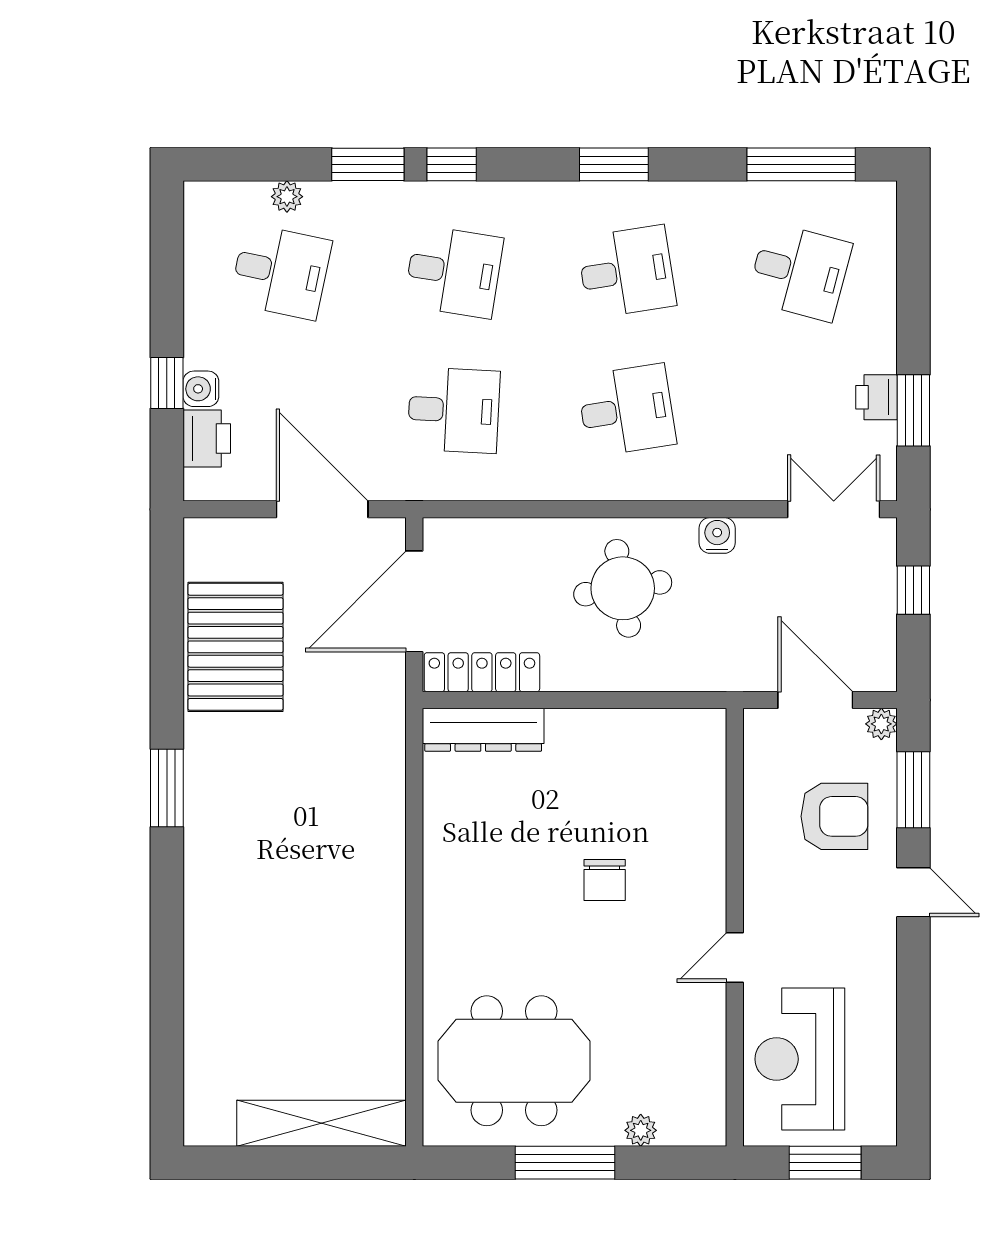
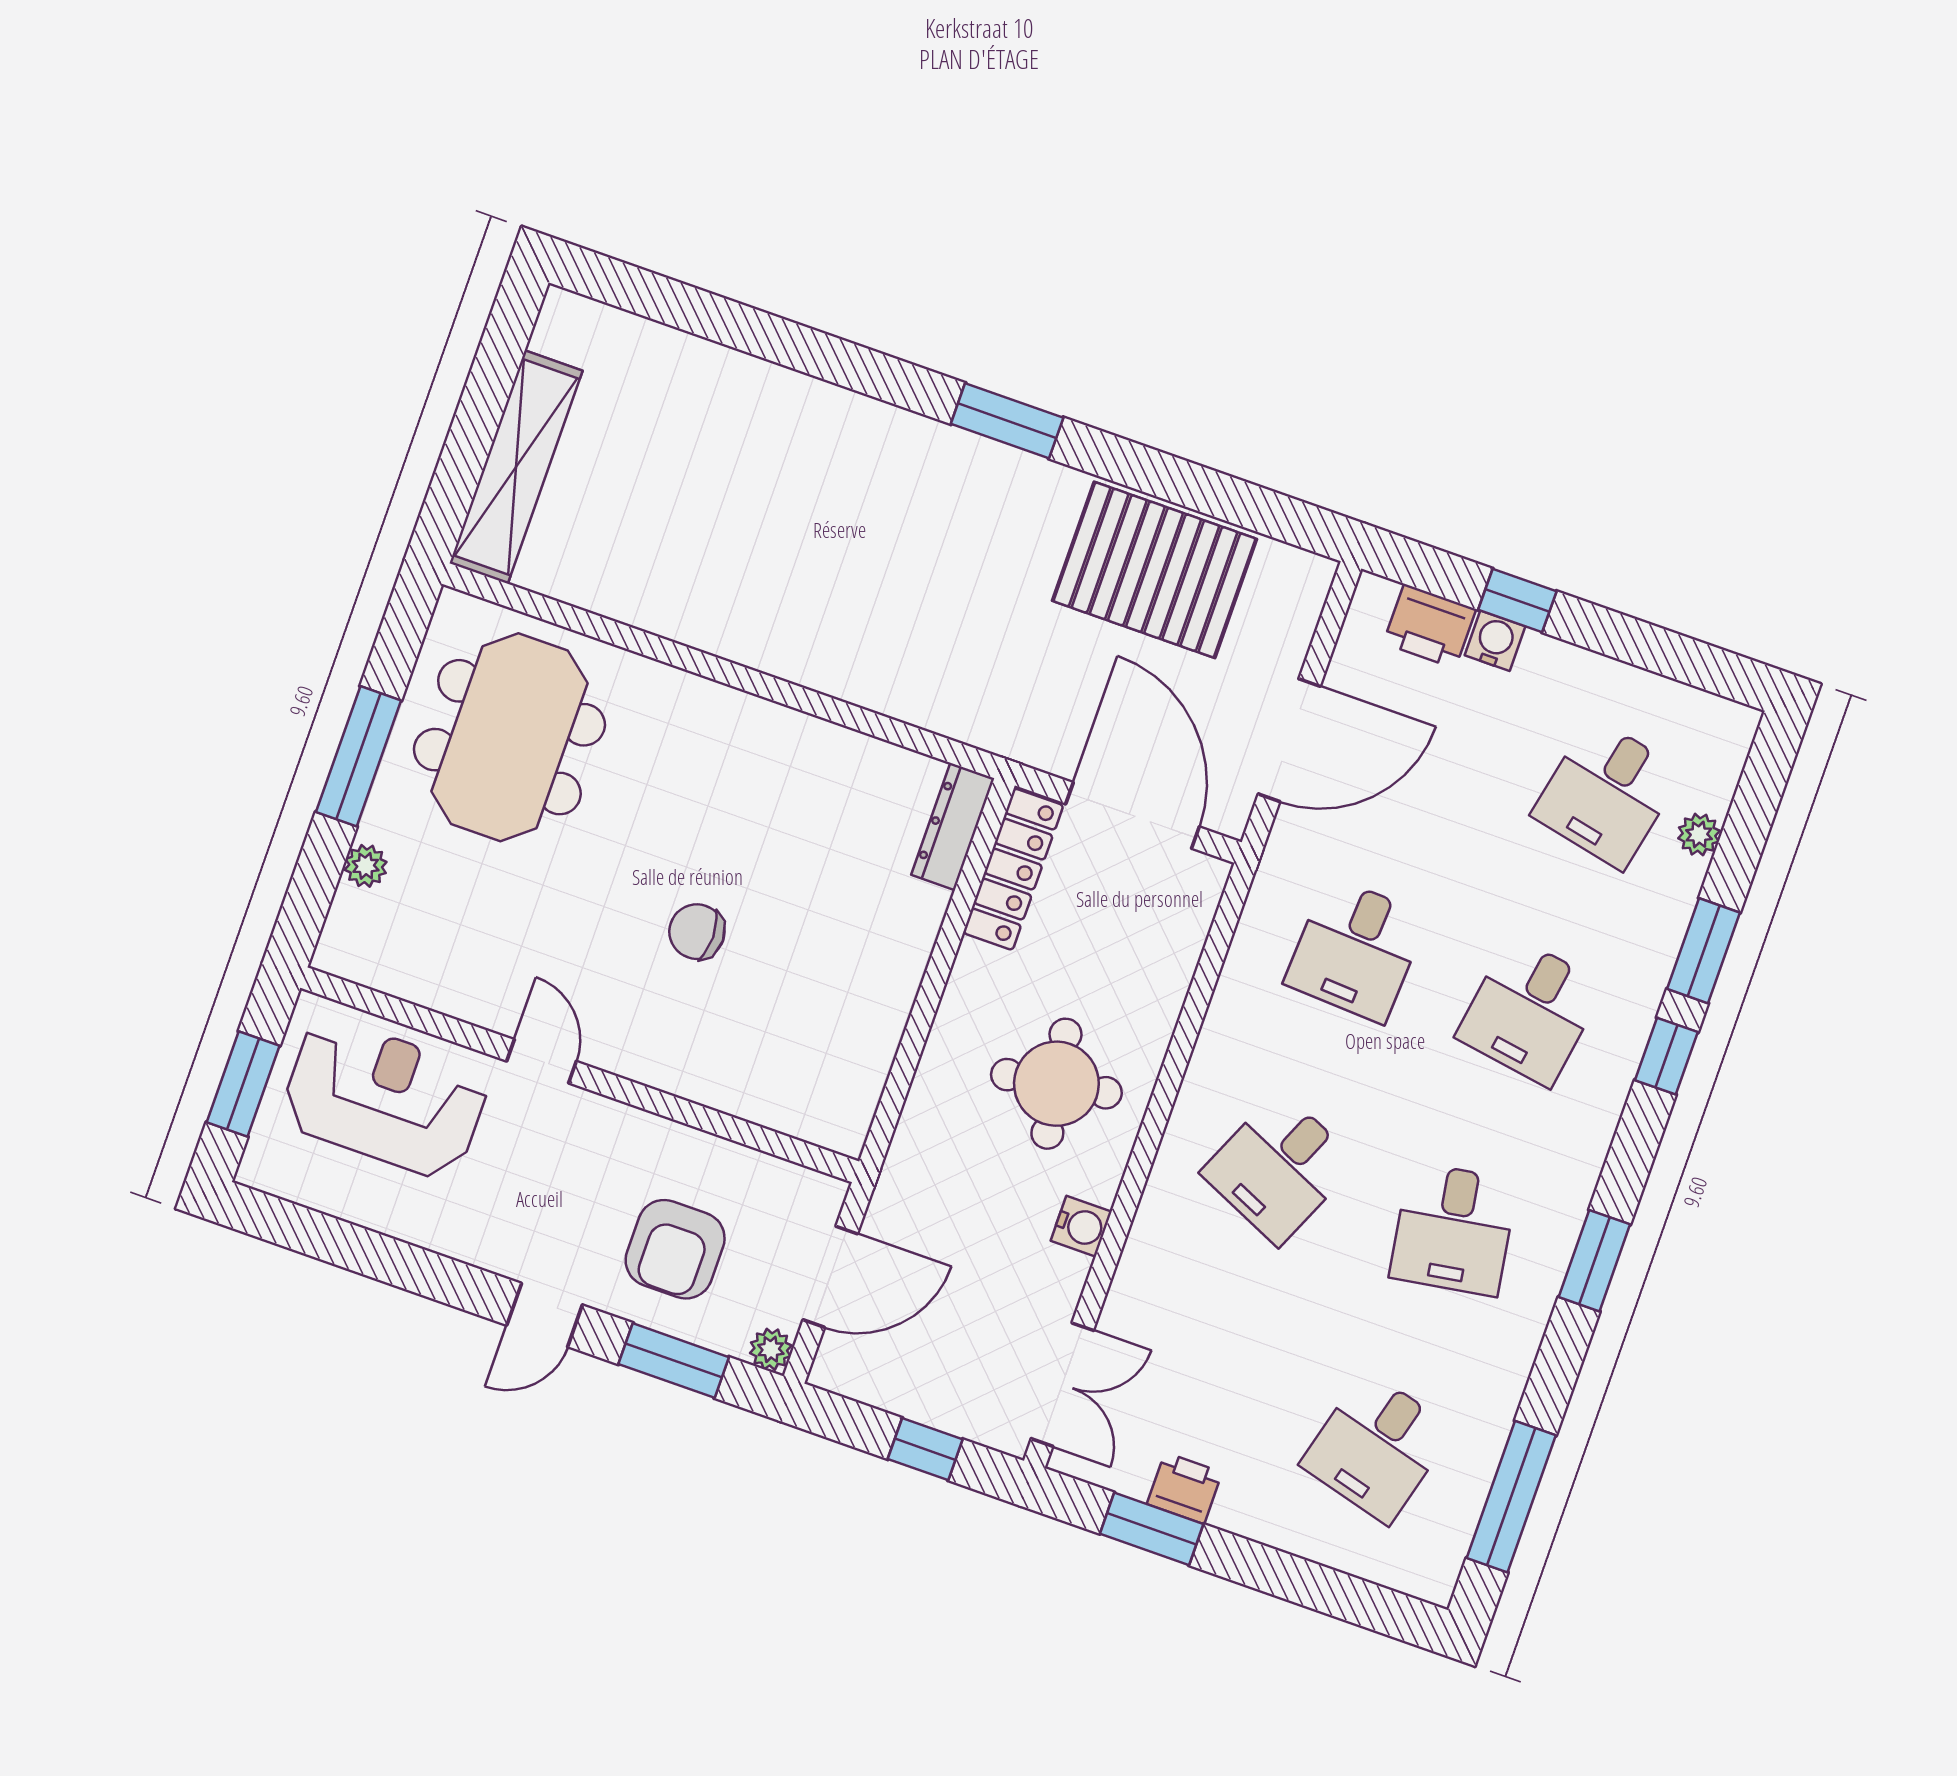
desk: (627, 410) -> (1279, 1168), turned 33
dresser: (483, 730) -> (953, 827), width x0.73, depth x0.80

